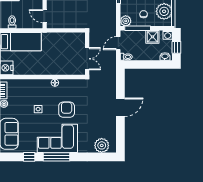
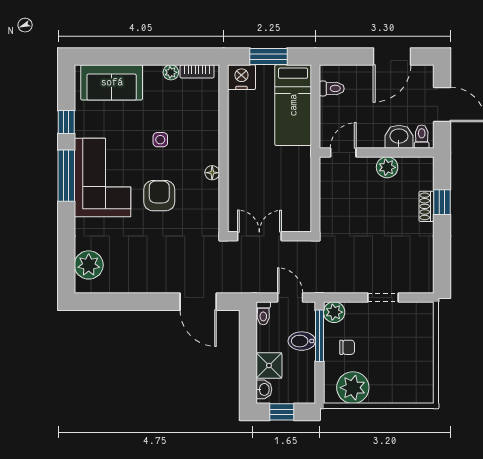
washing machine: (168, 35) -> (306, 395), removed
bidet: (140, 37) -> (302, 341), added
shower: (152, 37) -> (269, 366), moved
double door: (87, 59) -> (259, 236), swing flipped
door: (120, 107) -> (198, 302), moved
armchair: (67, 110) -> (159, 196), turned -90

